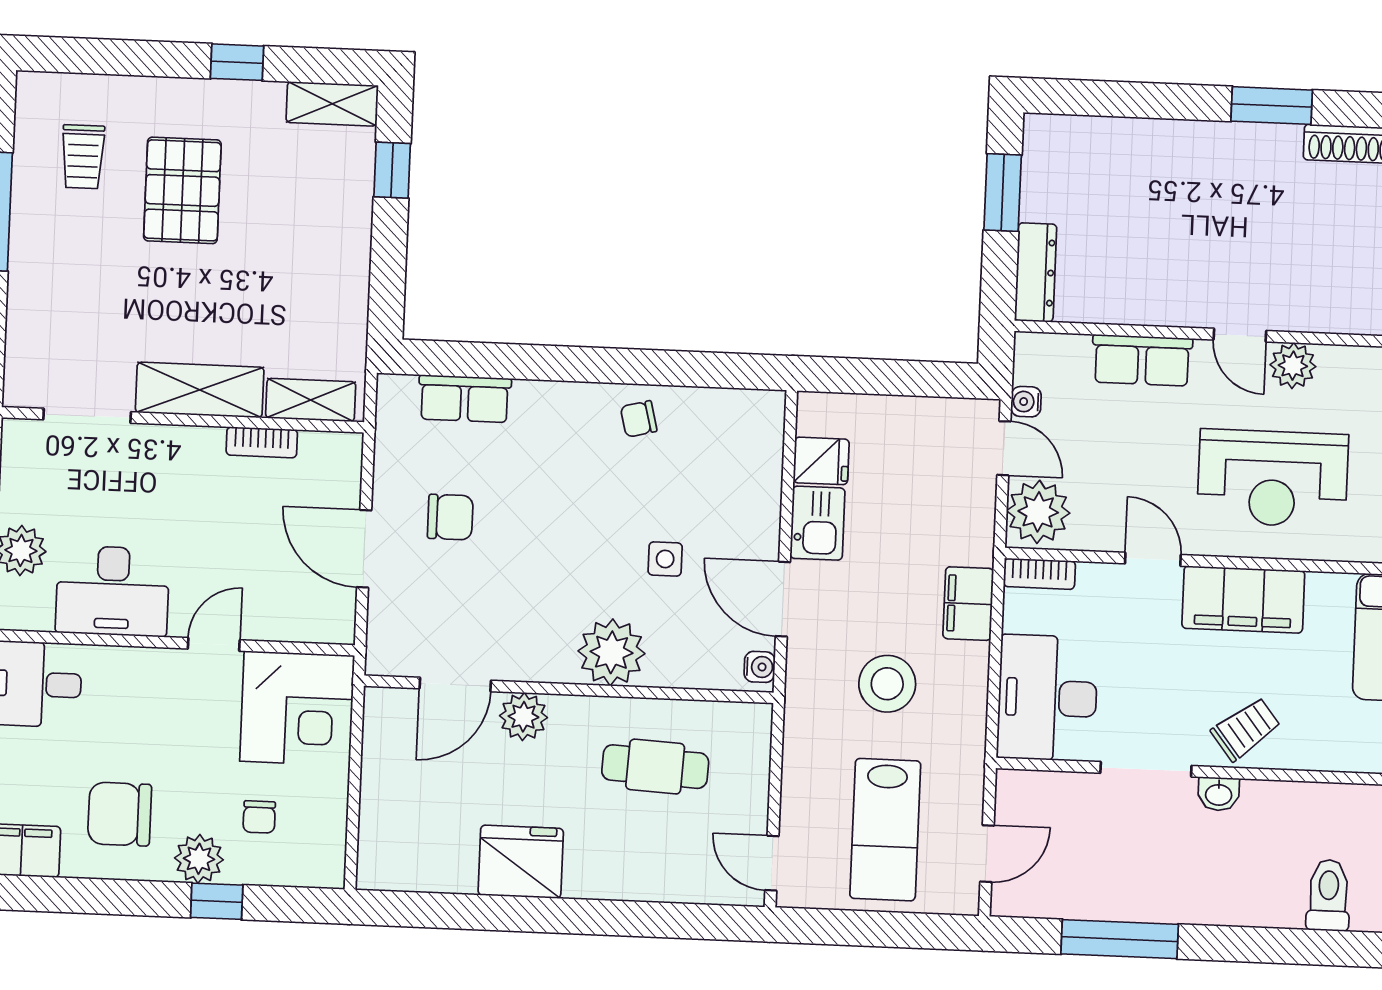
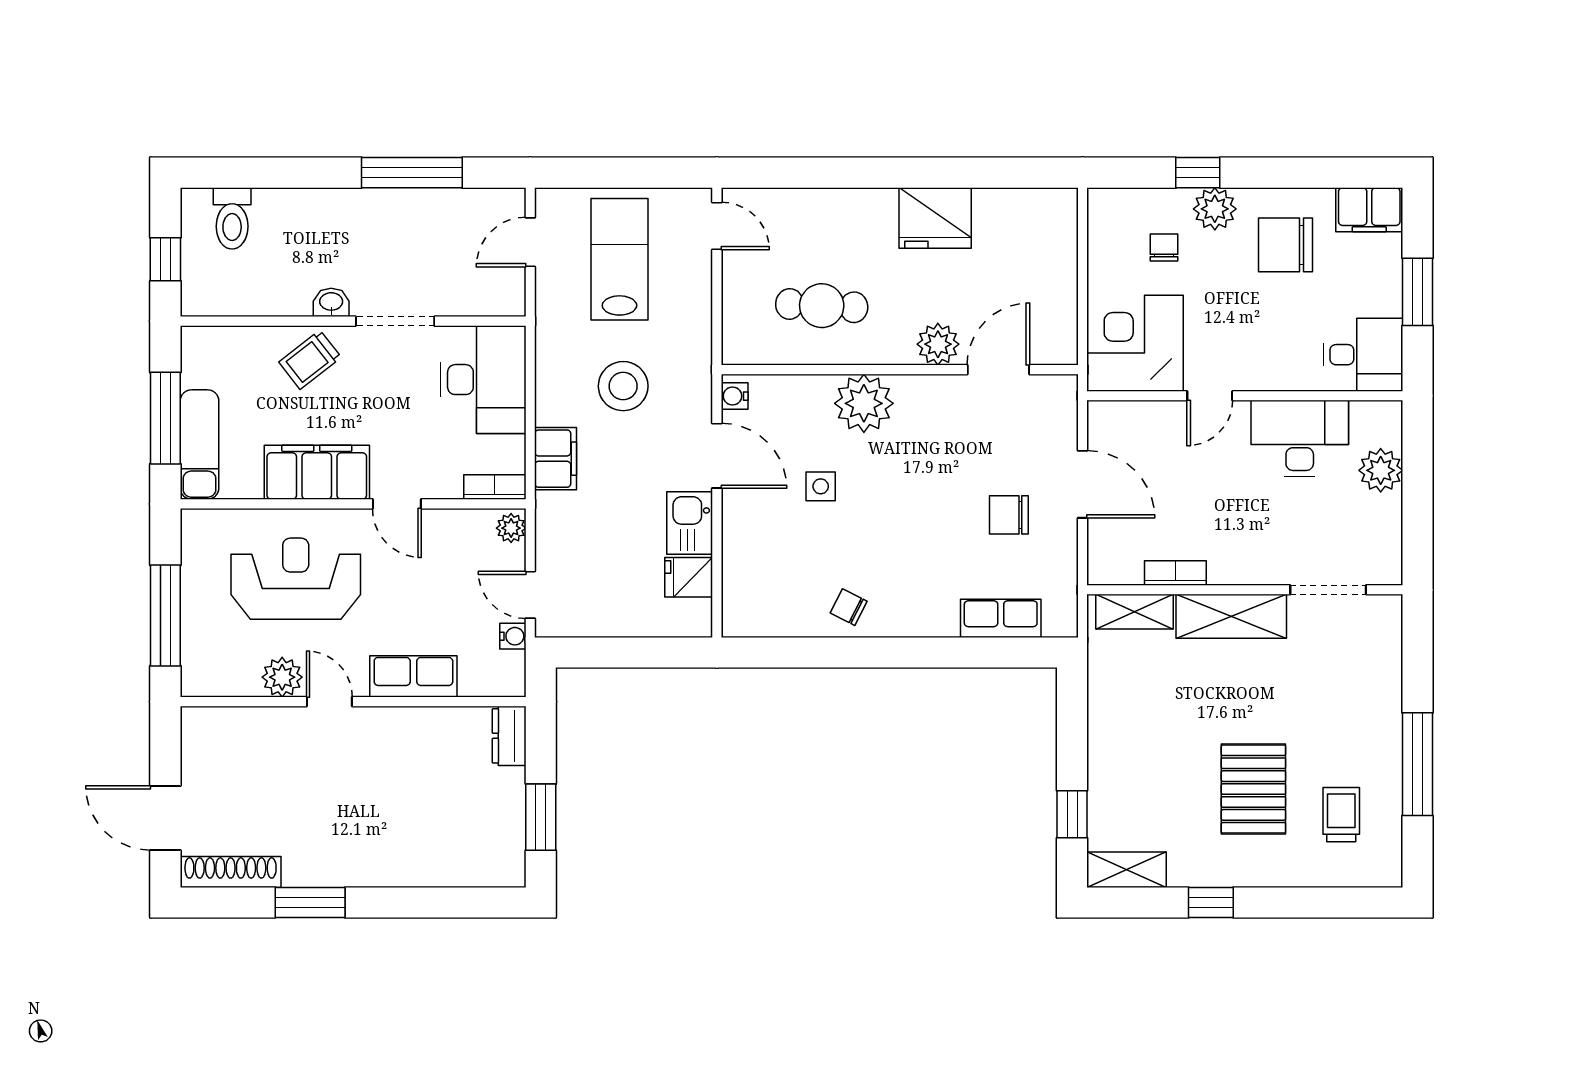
dresser: (1036, 272) -> (509, 736), width x0.70
chair: (639, 419) -> (849, 607), turned -139
plant: (1038, 512) -> (511, 528), width x0.53, depth x0.53
chair: (120, 814) -> (1285, 245), turned 180

